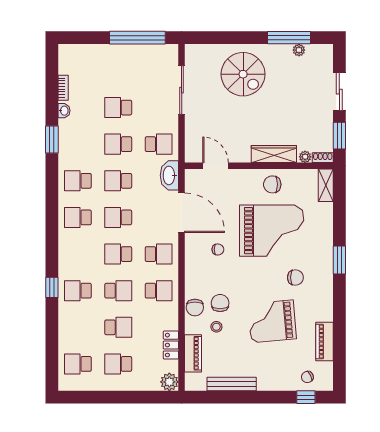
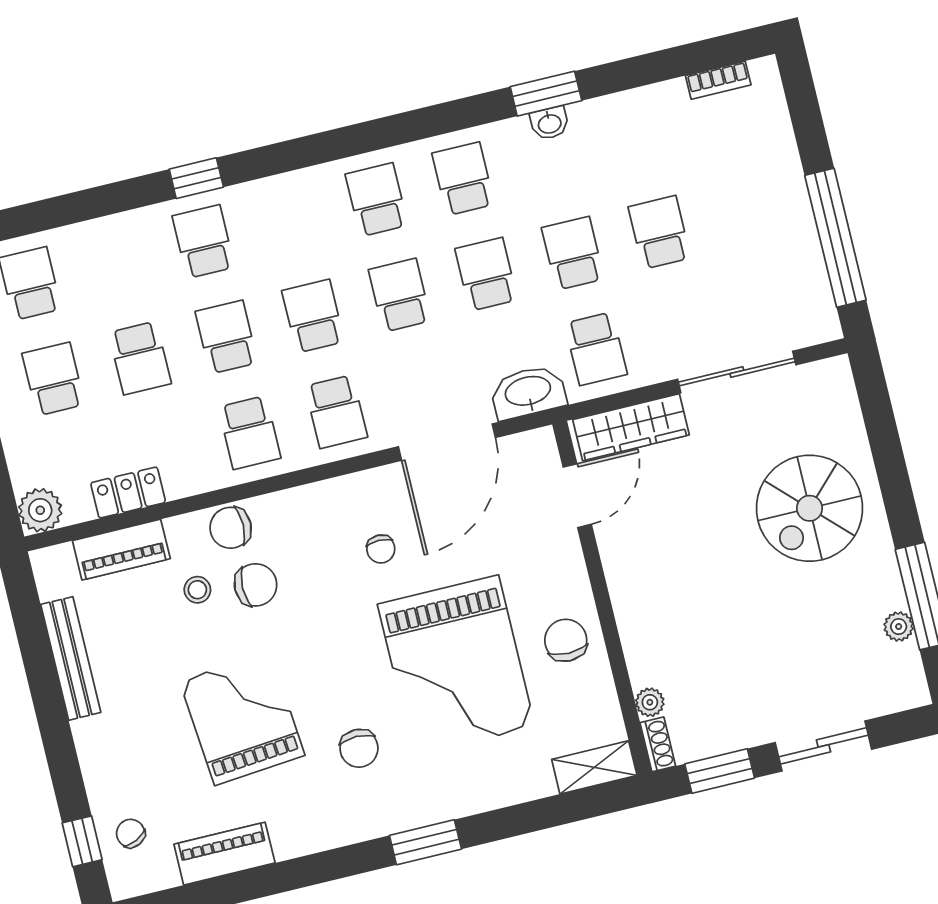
bookcase: (63, 88) -> (718, 80), moved
washbasin: (64, 111) -> (549, 123), moved
wardrobe: (274, 154) -> (631, 427), moved, turned 90
school desk: (118, 291) -> (227, 337), turned 180

